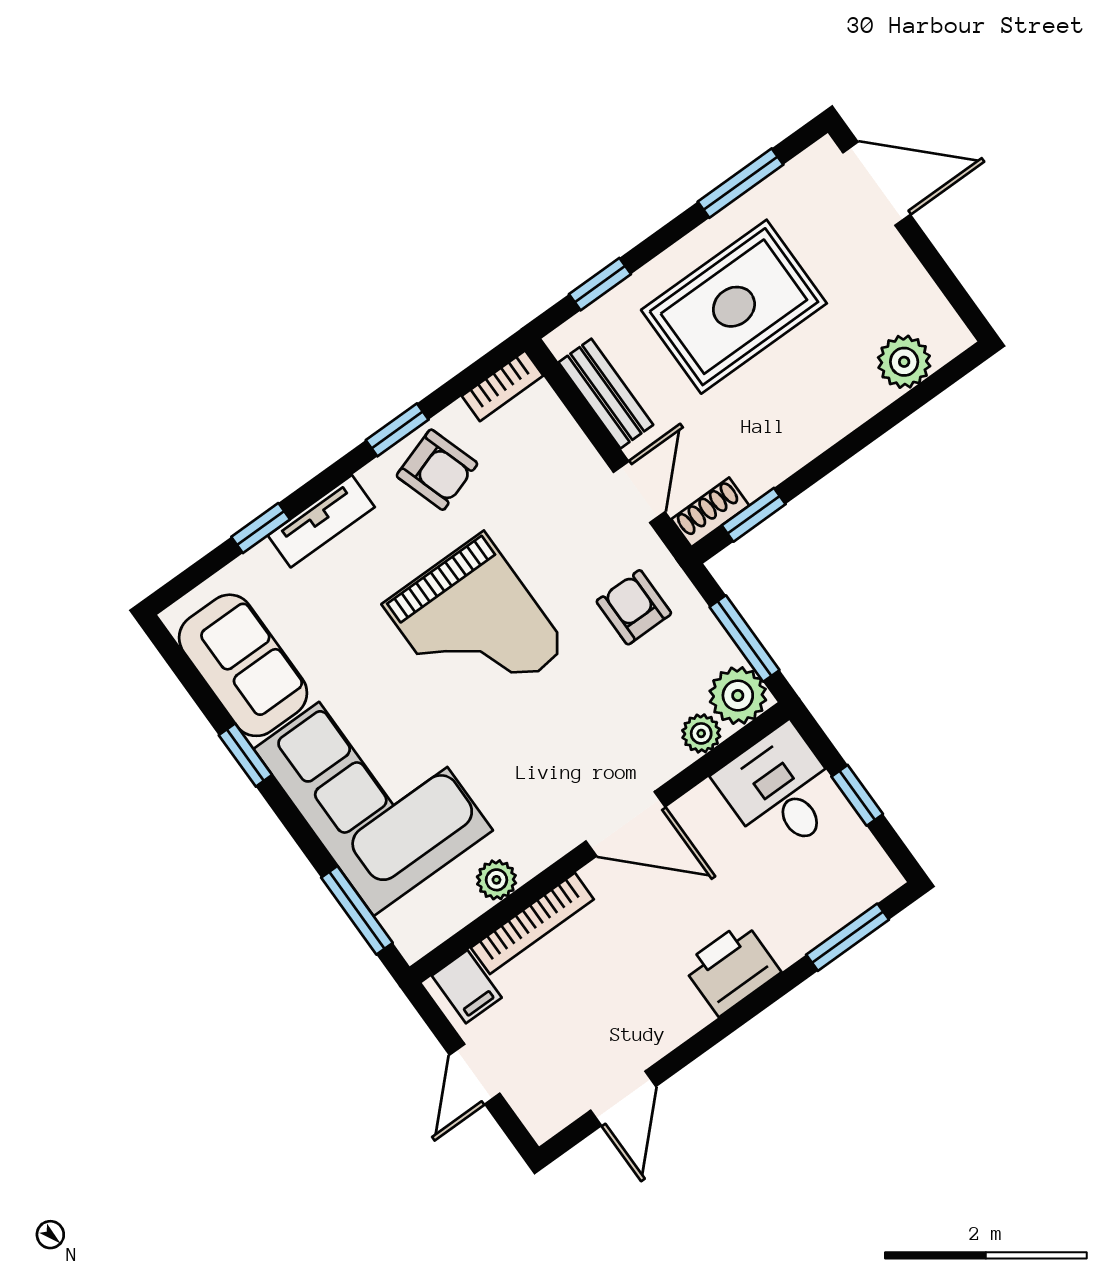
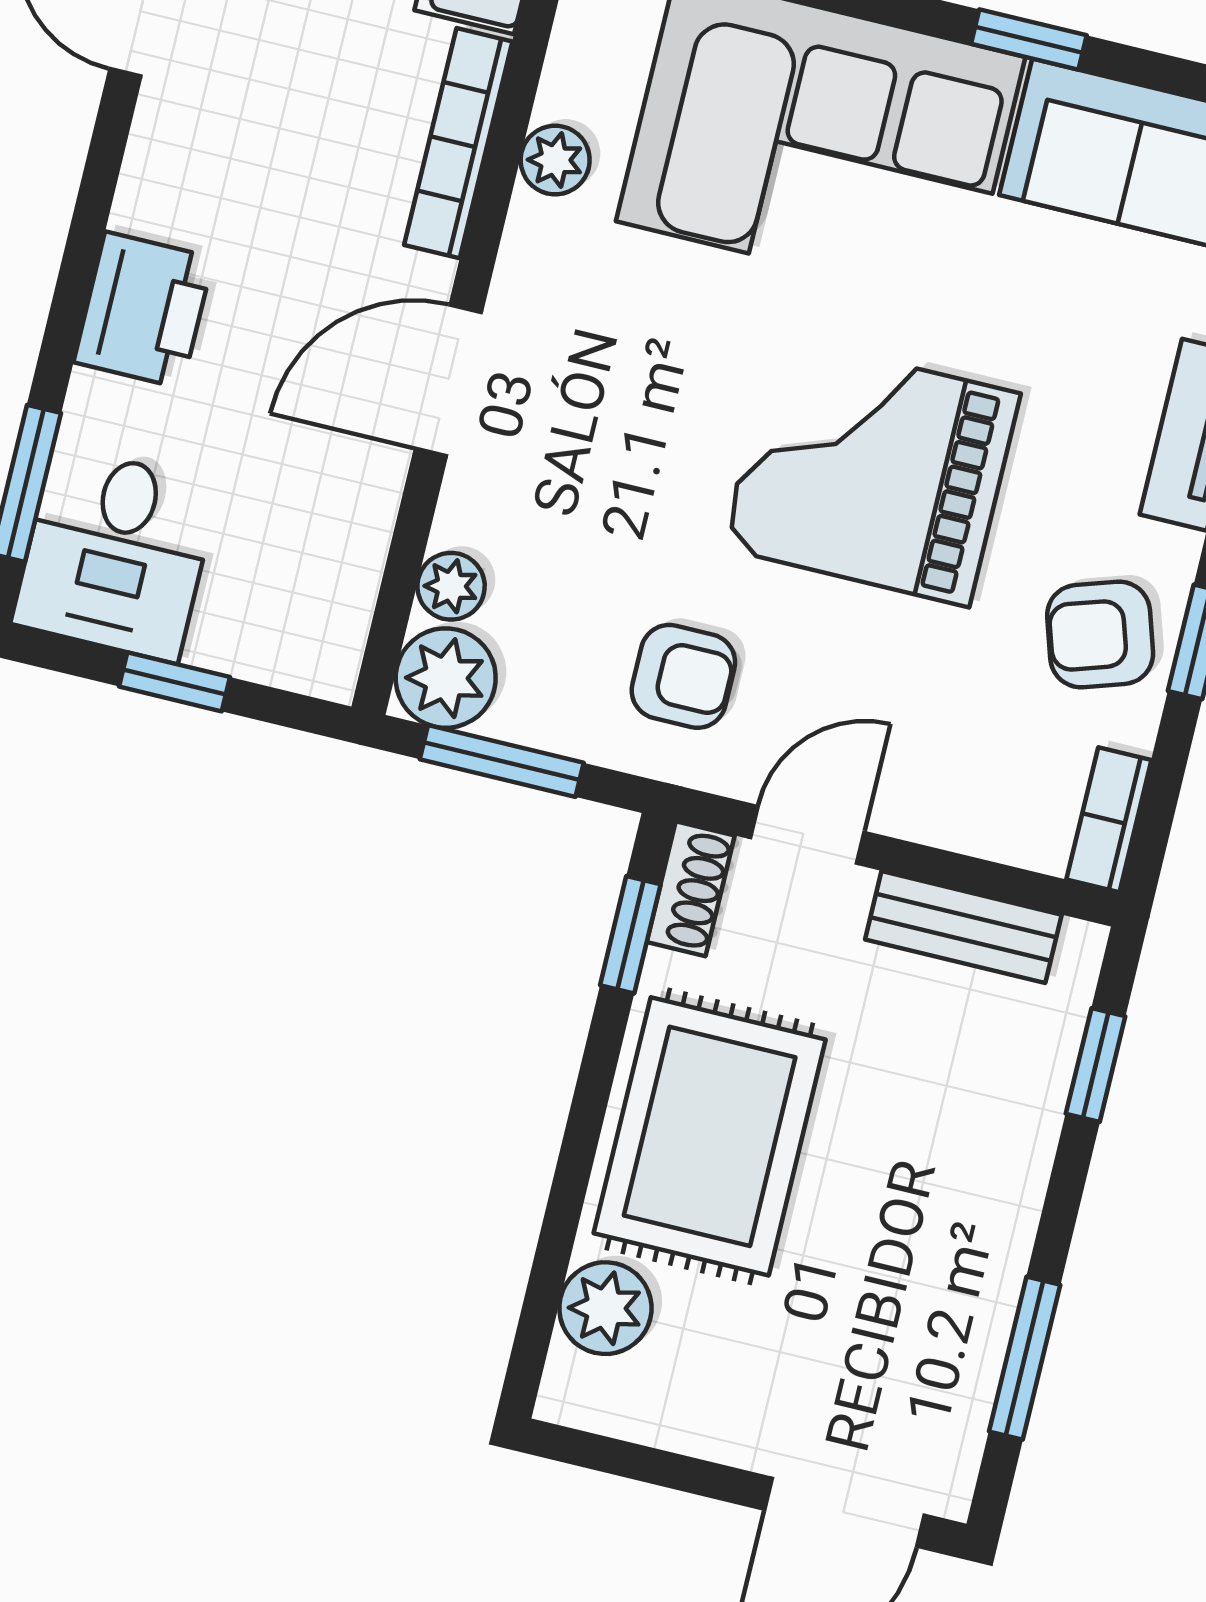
rug: (734, 307) -> (710, 1136), moved
door: (639, 492) -> (807, 835), swing flipped
desk: (781, 791) -> (116, 554), moved, turned 90

